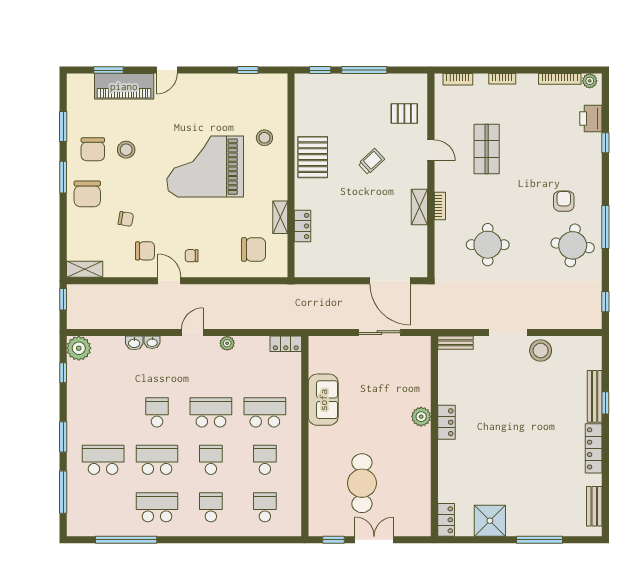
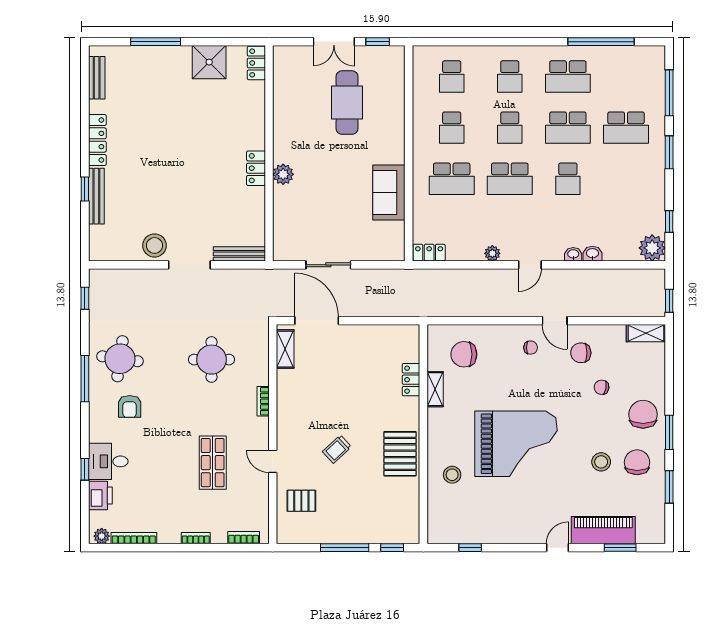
desk: (584, 150) -> (108, 461), added
shelving: (419, 207) -> (285, 349), moved
bench: (455, 343) -> (239, 254), width x1.36

